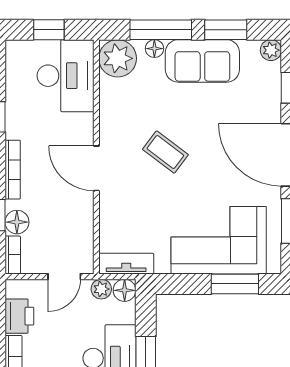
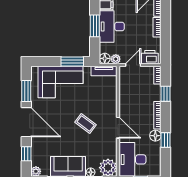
door: (96, 168) -> (118, 128), moved
floor lamp: (17, 222) -> (155, 136), moved
window: (235, 284) -> (72, 61), moved
printer: (19, 316) -> (150, 57), moved, turned 90

